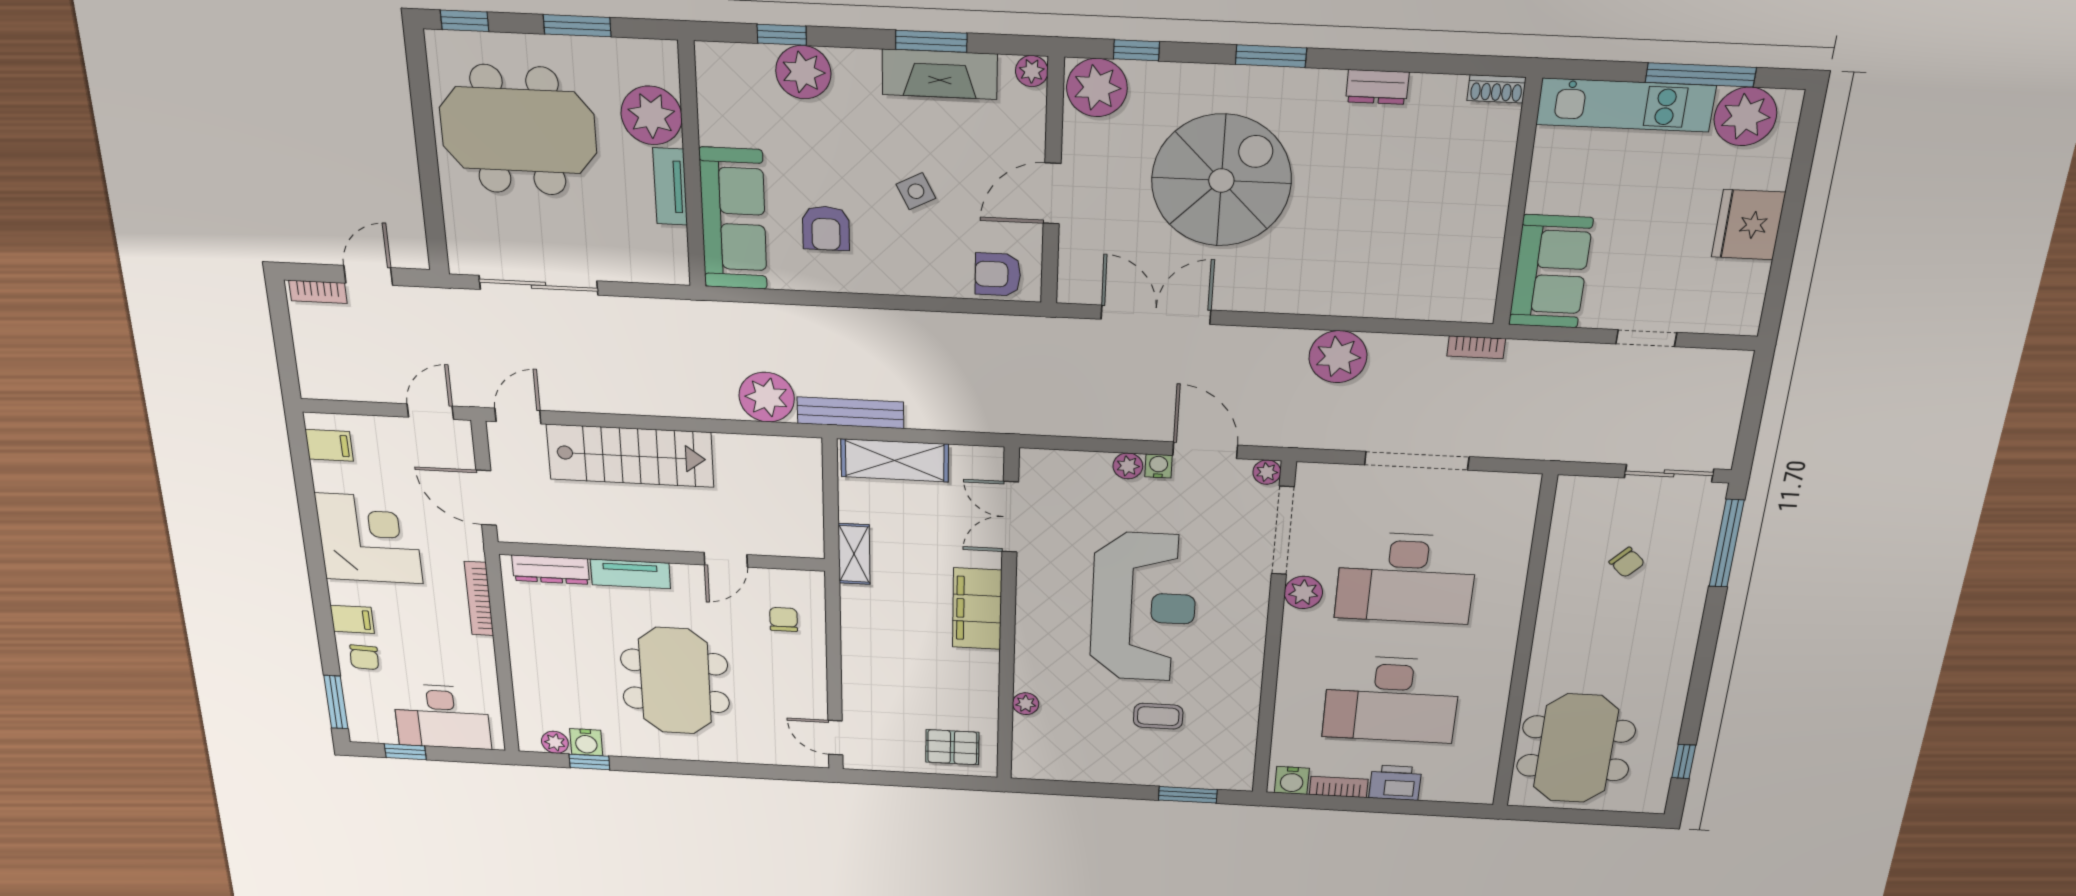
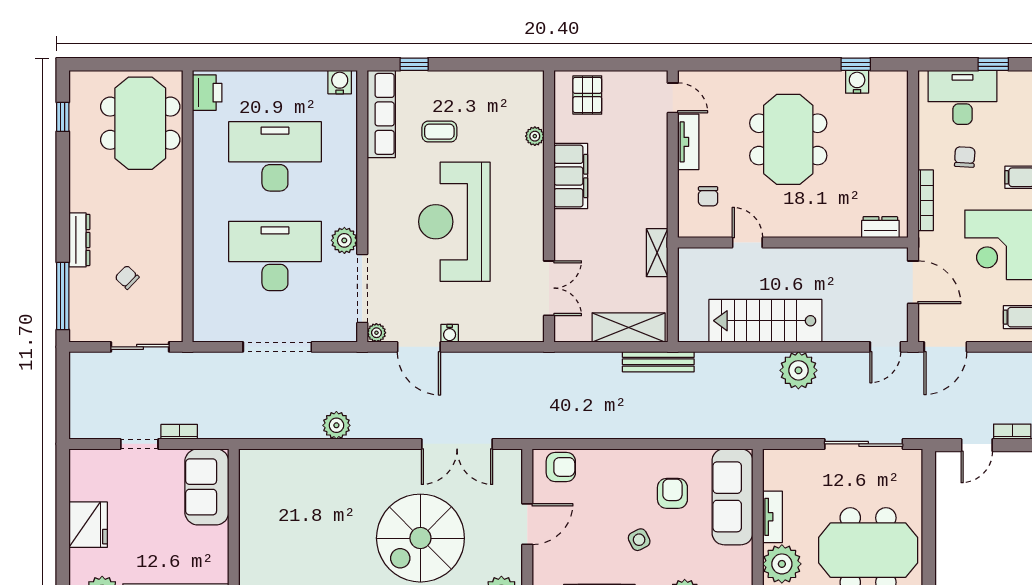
side table: (916, 191) -> (639, 540), moved
bookcase: (1476, 347) -> (179, 432), moved
plant: (1338, 357) -> (336, 425), width x0.73, depth x0.73
plant: (767, 397) -> (798, 370), moved
door: (430, 412) -> (945, 347), width x1.38
stairs: (630, 456) -> (765, 321), moved
plant: (1128, 466) -> (470, 332), removed
sliding door: (1669, 473) -> (140, 347), moved
door: (726, 560) -> (747, 243), hinge flipped
dresser: (551, 570) -> (880, 227), width x0.70
tv unit: (630, 574) -> (688, 142), moved, turned 90
filing cabinet: (977, 609) -> (571, 176), moved
dresser: (1688, 613) -> (79, 240), added
chair: (364, 657) -> (965, 157), moved
row of seats: (1238, 741) -> (381, 114), added
plant: (555, 742) -> (880, 80), removed
pallet: (952, 747) -> (587, 95), turned 90
printer: (1395, 783) -> (207, 93), moved, turned -90
bookcase: (1339, 787) -> (305, 79), removed
window: (1188, 795) -> (414, 64), width x0.67

